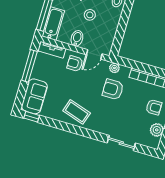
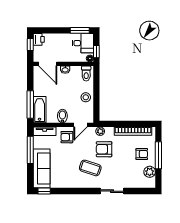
stool: (90, 15) -> (86, 97), moved
sofa: (34, 96) -> (42, 168), width x1.36
coffee table: (77, 112) -> (90, 168), moved
sliding door: (121, 143) -> (112, 191), moved

